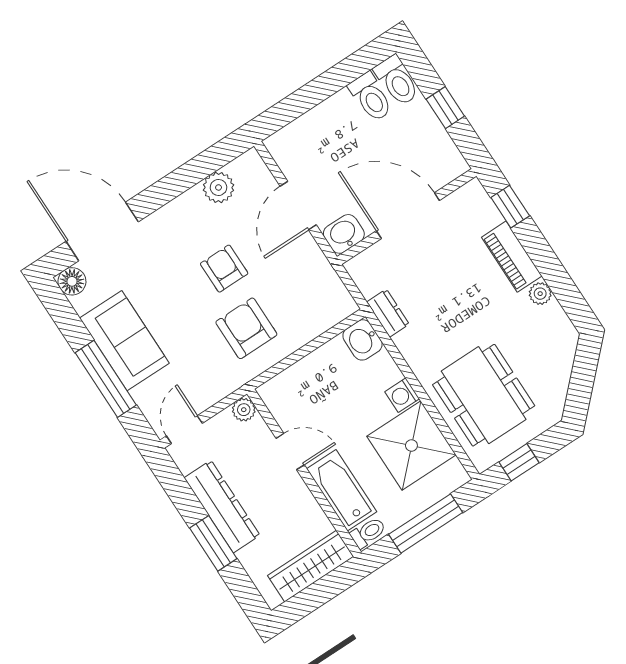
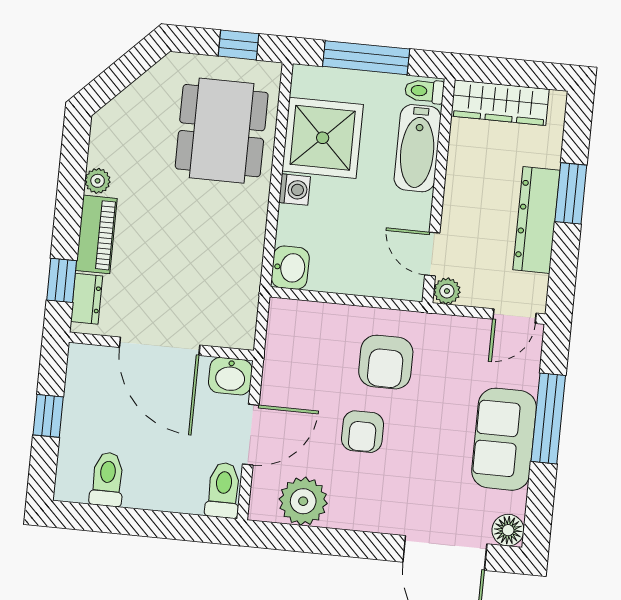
toilet: (397, 81) -> (223, 490), moved
plant: (219, 187) -> (303, 501), width x1.36, depth x1.36
dresser: (388, 313) -> (87, 299), moved, turned 180
door: (290, 452) -> (432, 254), moved

